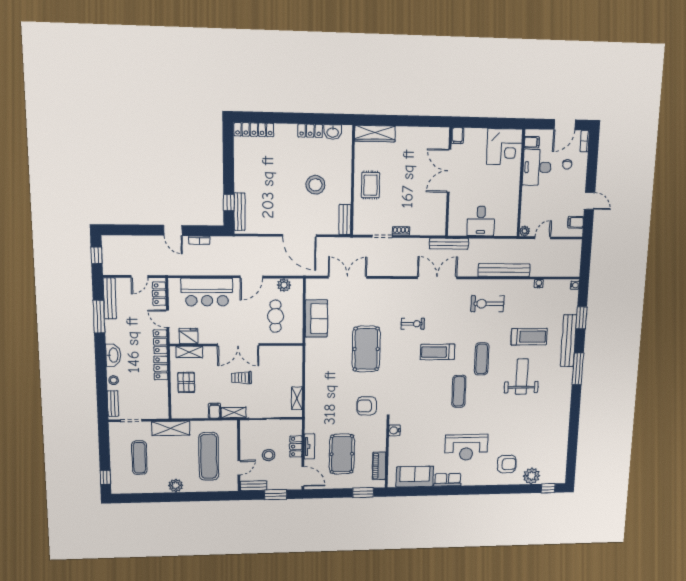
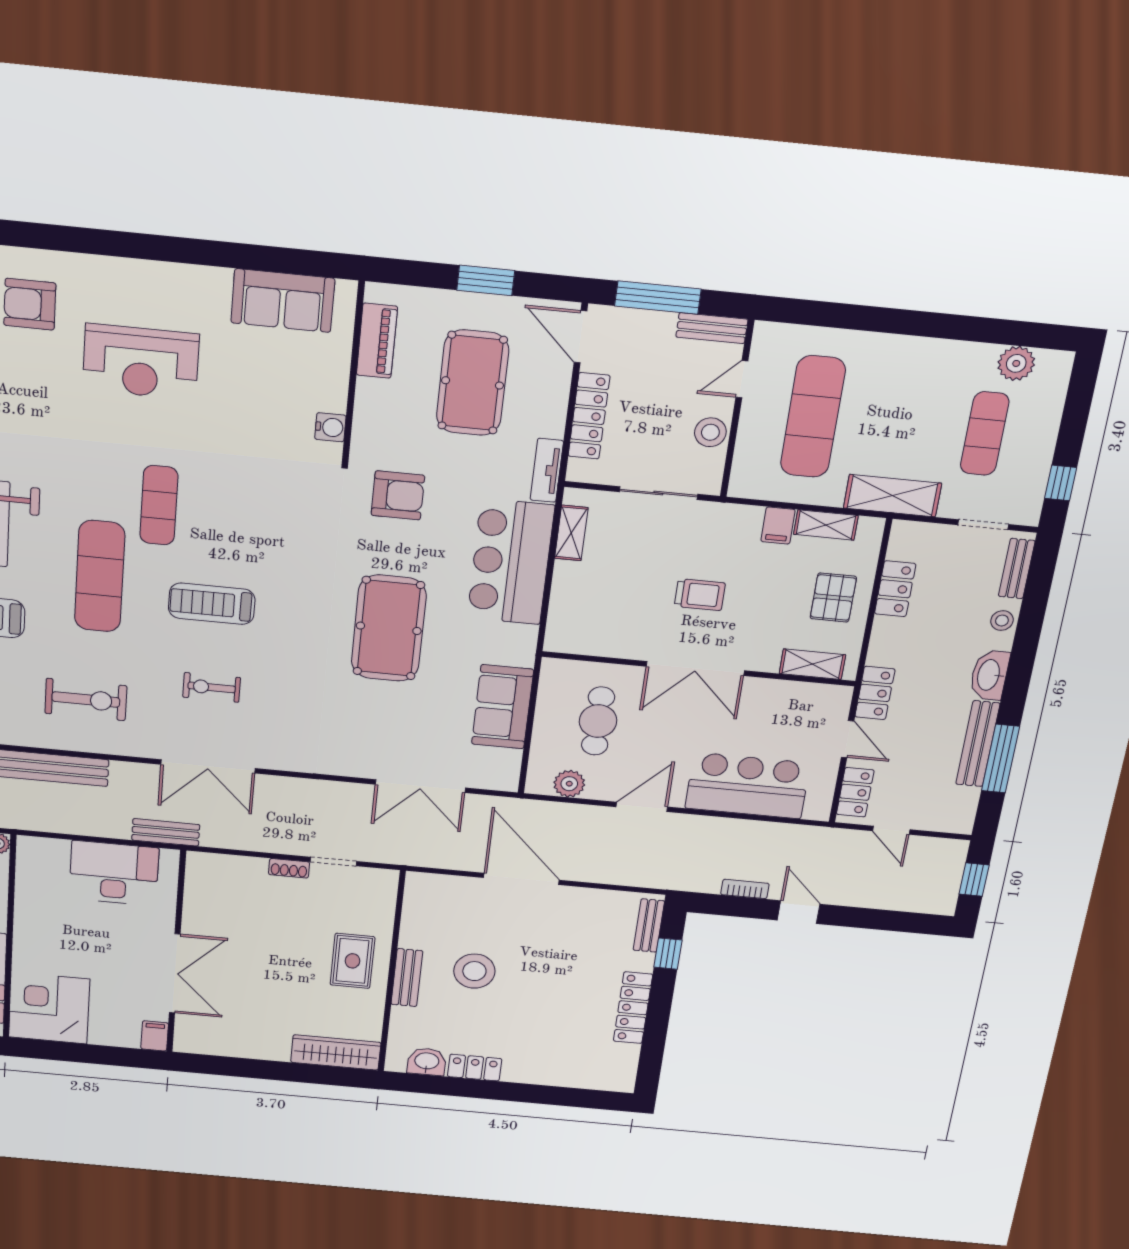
locker: (254, 130) -> (633, 1008), moved, turned -90
bench: (240, 212) -> (649, 926), width x0.73
bench: (345, 220) -> (407, 978), moved
desk: (481, 221) -> (114, 873), width x1.37
bench: (449, 244) -> (166, 832), width x0.73
door: (139, 277) -> (891, 830), swing flipped
bench: (110, 298) -> (978, 744), moved
exercise bike: (413, 324) -> (212, 687), moved
fridge: (188, 336) -> (808, 699), removed
double door: (238, 345) -> (695, 668), swing flipped
treadmill: (437, 352) -> (212, 604), turned 180
exercise mat: (482, 359) -> (100, 576), width x1.36, depth x1.45
locker: (161, 368) -> (895, 589), moved
bar counter: (320, 383) -> (511, 562), added
shelving: (234, 413) -> (826, 525), moved
locker: (296, 446) -> (589, 416), width x1.53
tv unit: (309, 446) -> (547, 470), moved
reception desk: (466, 447) -> (141, 362), turned 180
stool: (269, 455) -> (710, 432), moved
window: (105, 477) -> (1061, 483), moved
row of seats: (447, 480) -> (194, 281), removed
plant: (176, 486) -> (1016, 363), moved
window: (363, 493) -> (486, 280), moved
window: (276, 495) -> (658, 298), width x1.44

